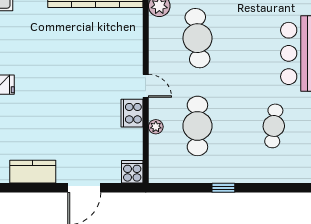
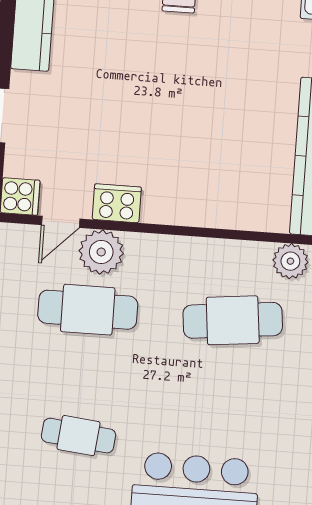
door: (146, 86) -> (61, 222), moved
plant: (156, 127) -> (101, 252), width x1.88, depth x1.88

